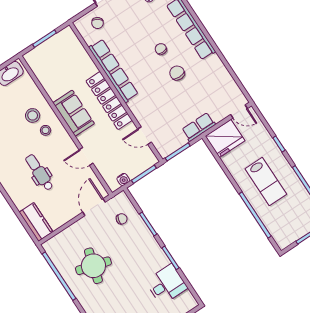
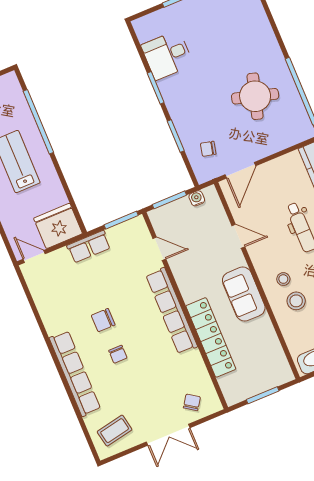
row of seats: (113, 71) -> (172, 311), moved
chair: (177, 73) -> (103, 320), turned 90
locker: (109, 101) -> (211, 337), moved

